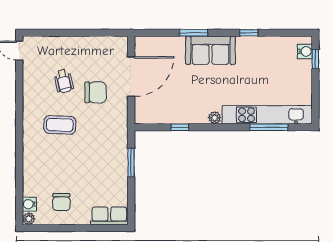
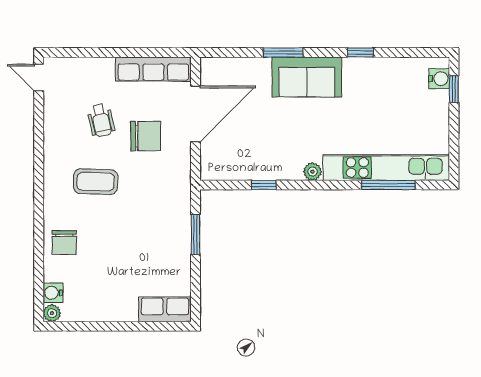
row of seats: (101, 45) -> (153, 69), added
chair: (61, 202) -> (64, 243), moved

